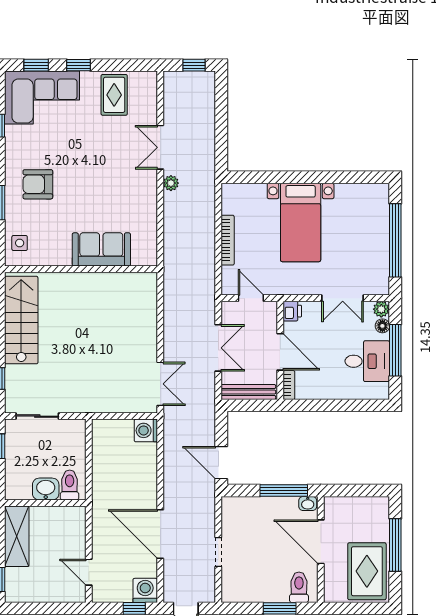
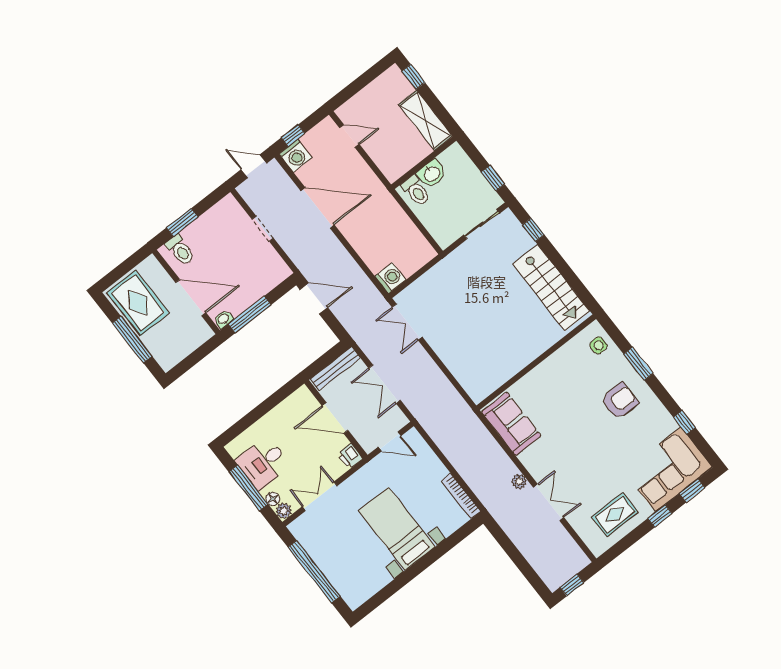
rug: (114, 95) -> (615, 515), turned 90
bookcase: (228, 240) -> (461, 496), moved
sofa: (101, 249) -> (511, 424), moved, turned -90
bookcase: (289, 385) -> (309, 398), removed

